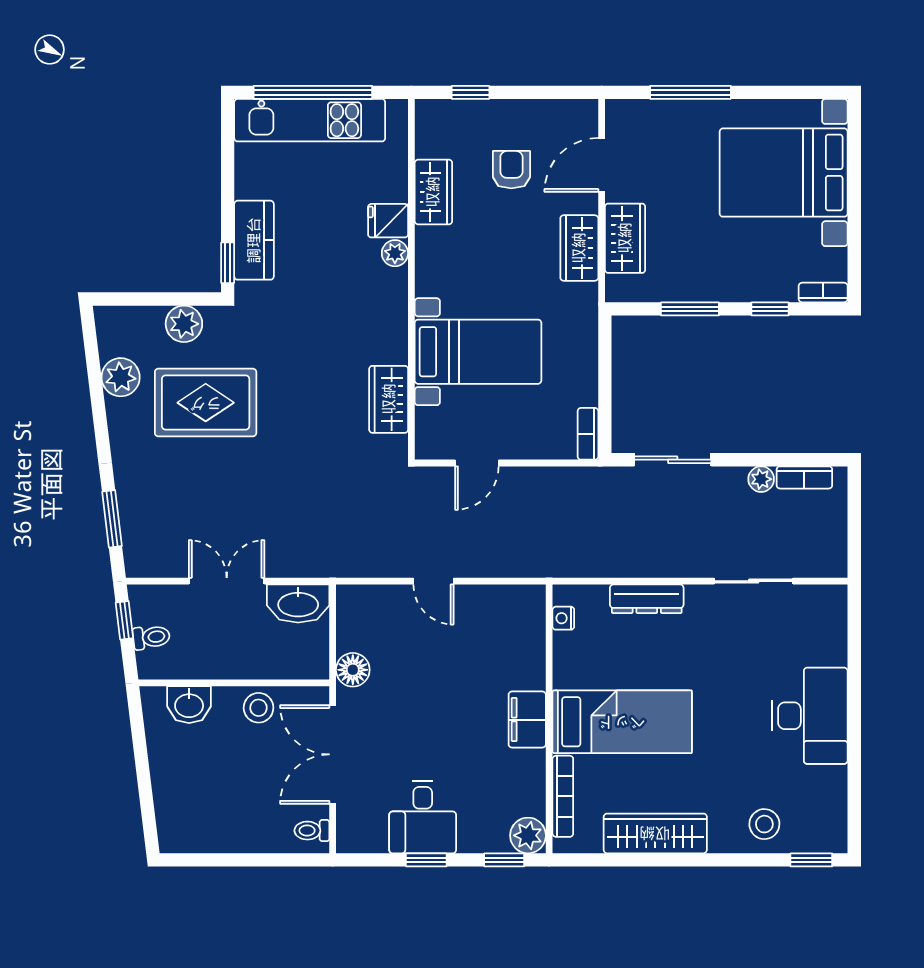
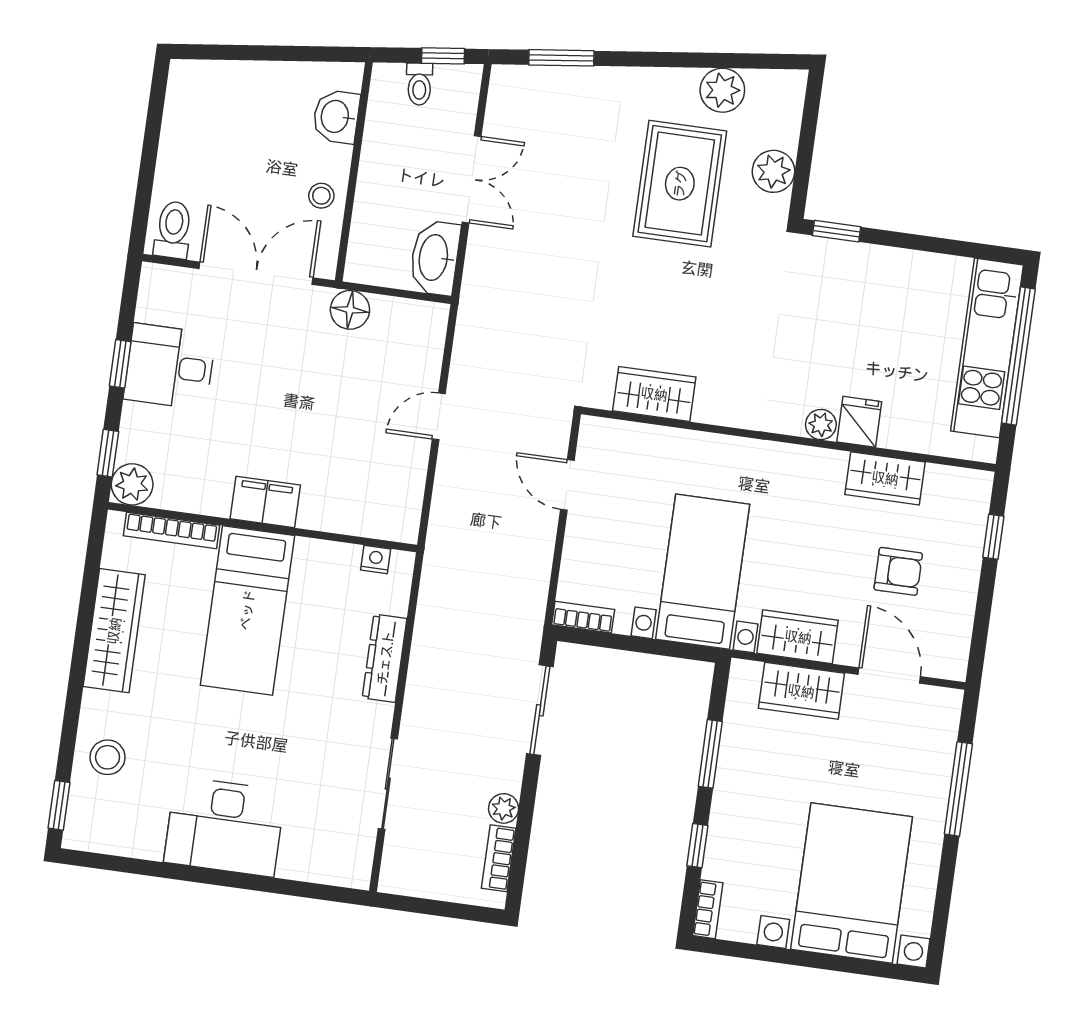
kitchen counter: (254, 240) -> (858, 265), removed
bed with nightstands: (478, 352) -> (703, 572), moved, turned 180
stool: (259, 708) -> (321, 196), width x0.73, depth x0.73
toilet: (312, 831) -> (173, 230), width x1.37, depth x1.39

